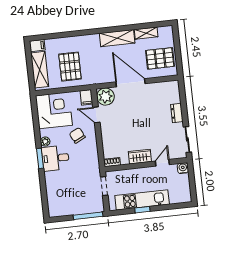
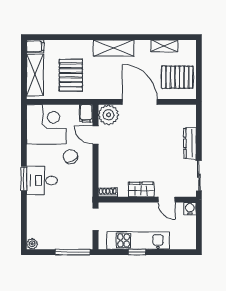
shelving: (117, 38) -> (114, 48), moved
dresser: (177, 113) -> (190, 143), width x1.44
plant: (45, 142) -> (32, 244), moved
door: (162, 163) -> (167, 200), swing flipped

